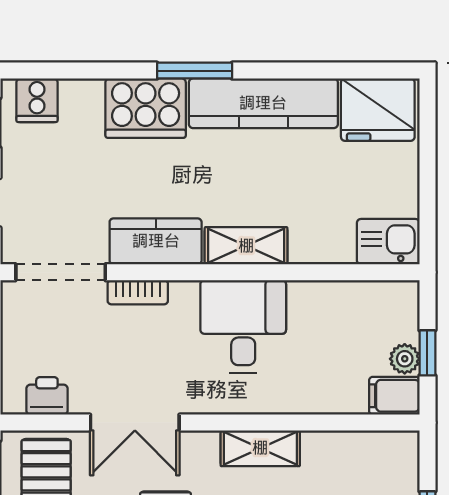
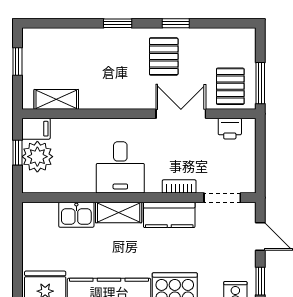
kitchen sink: (388, 242) -> (76, 215), moved
doorway: (61, 272) -> (222, 198), width x0.73
plant: (405, 359) -> (37, 157), width x1.88, depth x1.88
shelving: (260, 448) -> (56, 99), moved

